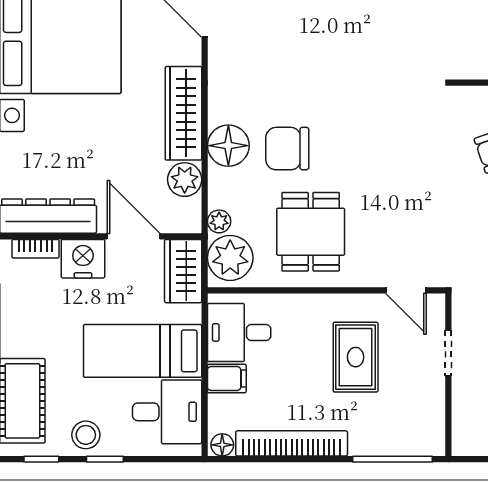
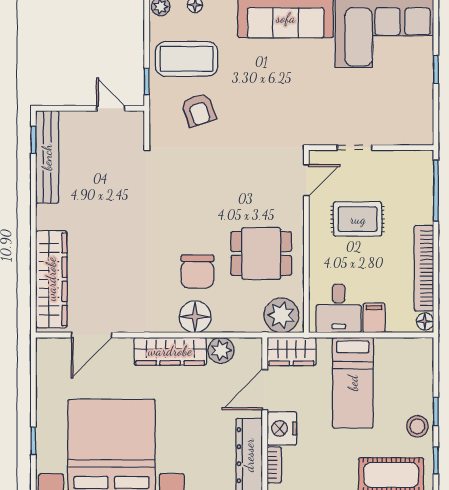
plant: (219, 221) -> (253, 324), removed
desk: (167, 412) -> (400, 364), removed

